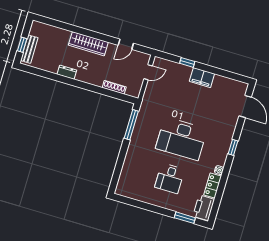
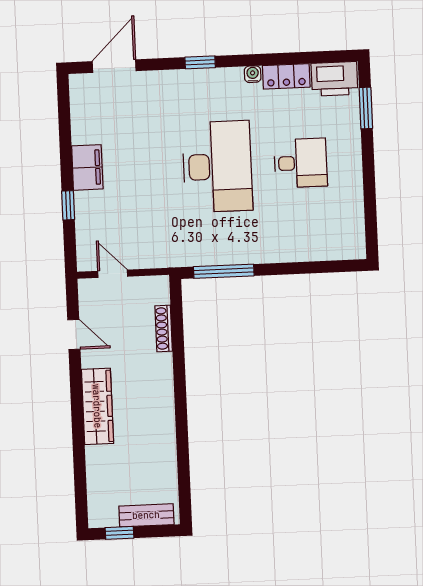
window: (22, 45) -> (119, 533), moved
dresser: (67, 72) -> (166, 428), removed

